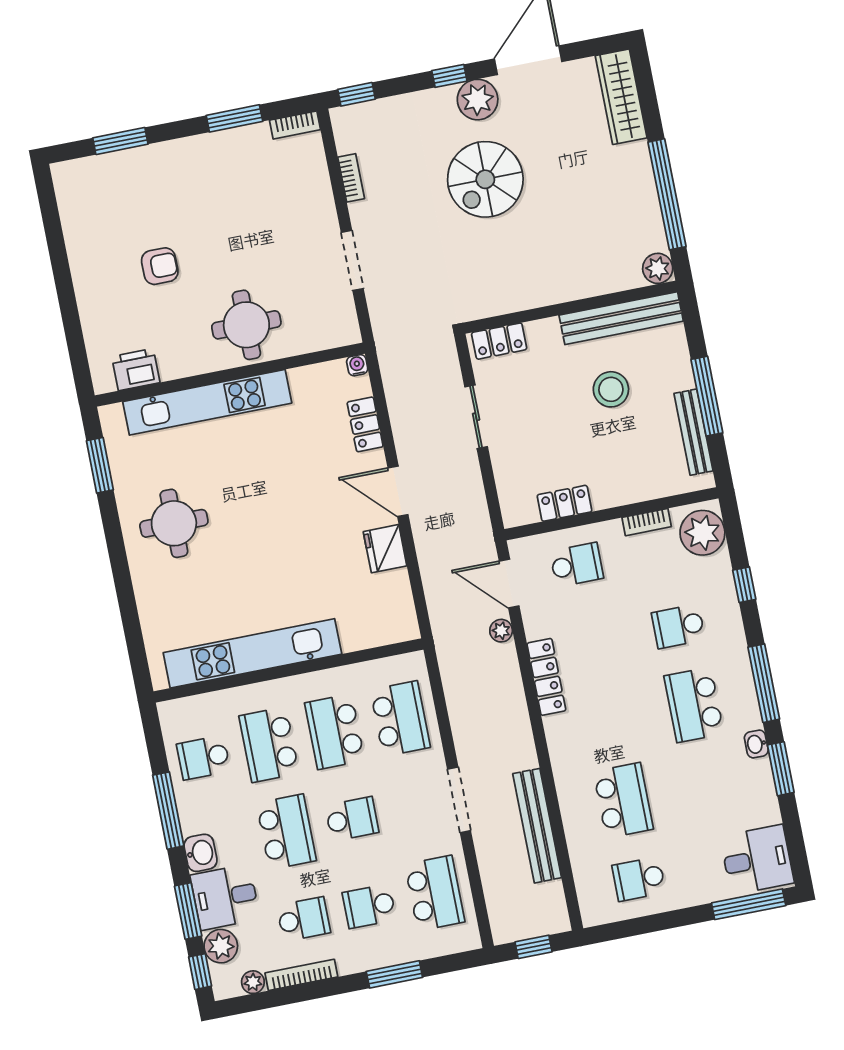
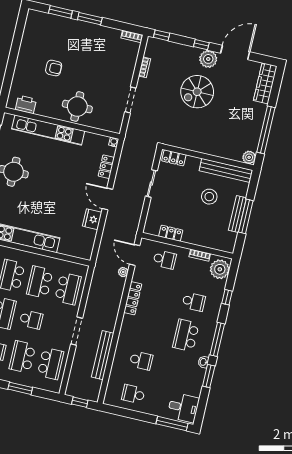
window: (234, 118) -> (90, 19), moved
bench: (693, 432) -> (237, 214), moved
school desk: (678, 626) -> (194, 302), turned 180
school desk: (623, 800) -> (141, 360), width x0.54
school desk: (369, 906) -> (22, 357), width x1.85

